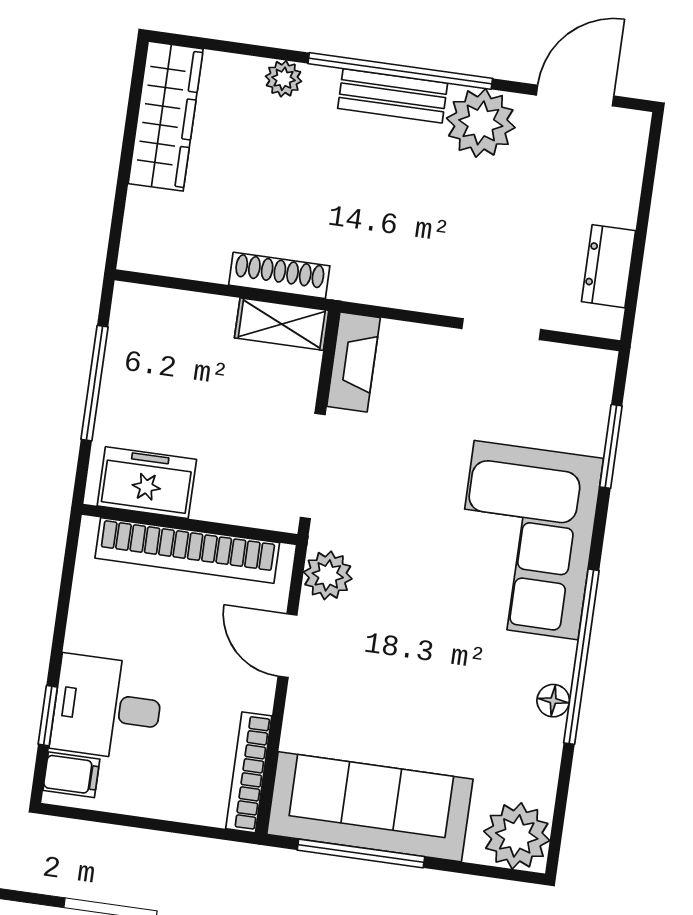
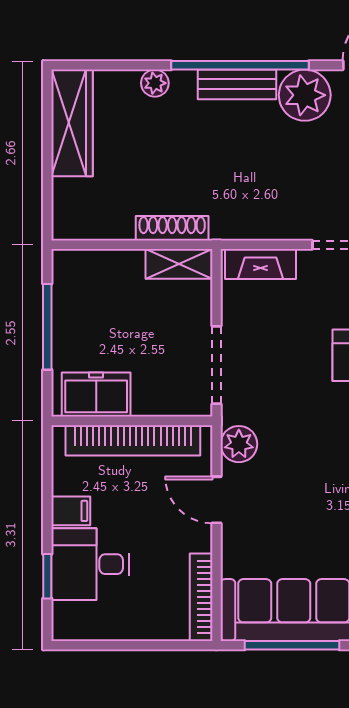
fireplace: (353, 362) -> (261, 264), moved, turned 90
filing cabinet: (71, 775) -> (71, 511), moved

